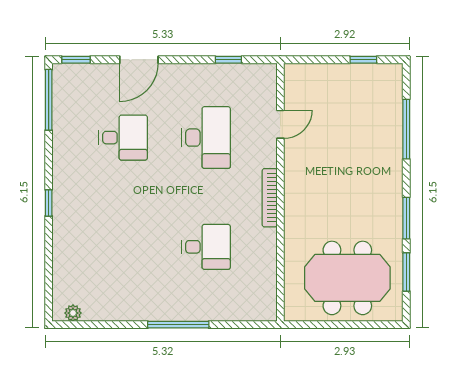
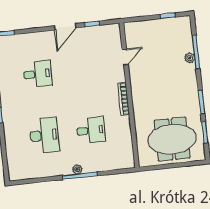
door: (139, 60) -> (65, 27), moved
desk: (206, 138) -> (44, 135), moved
plant: (394, 139) -> (190, 58), added
plant: (73, 313) -> (77, 169), moved

